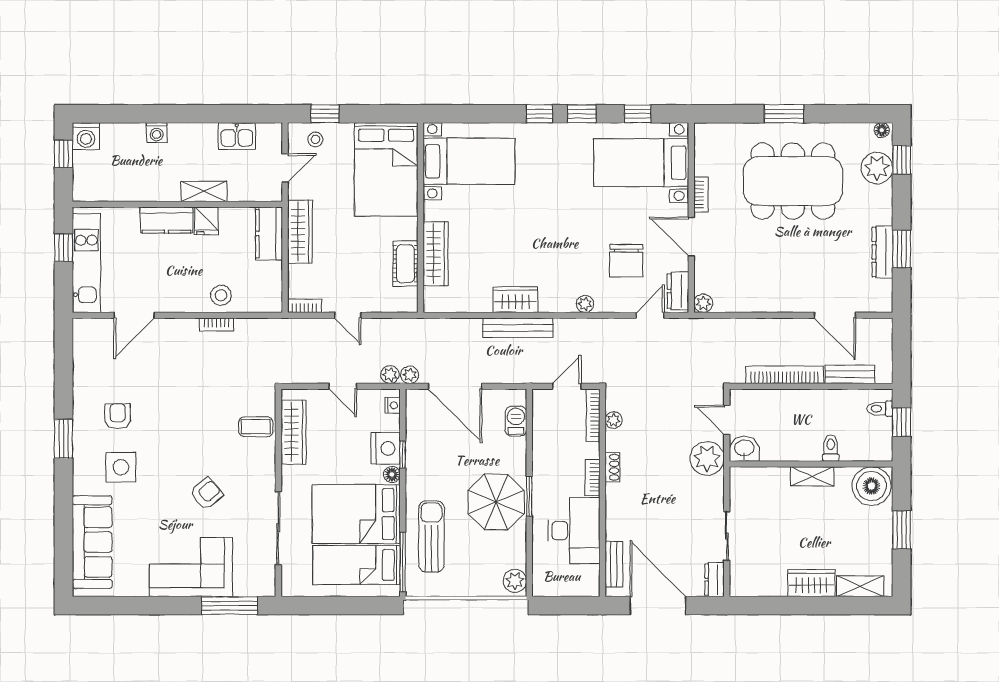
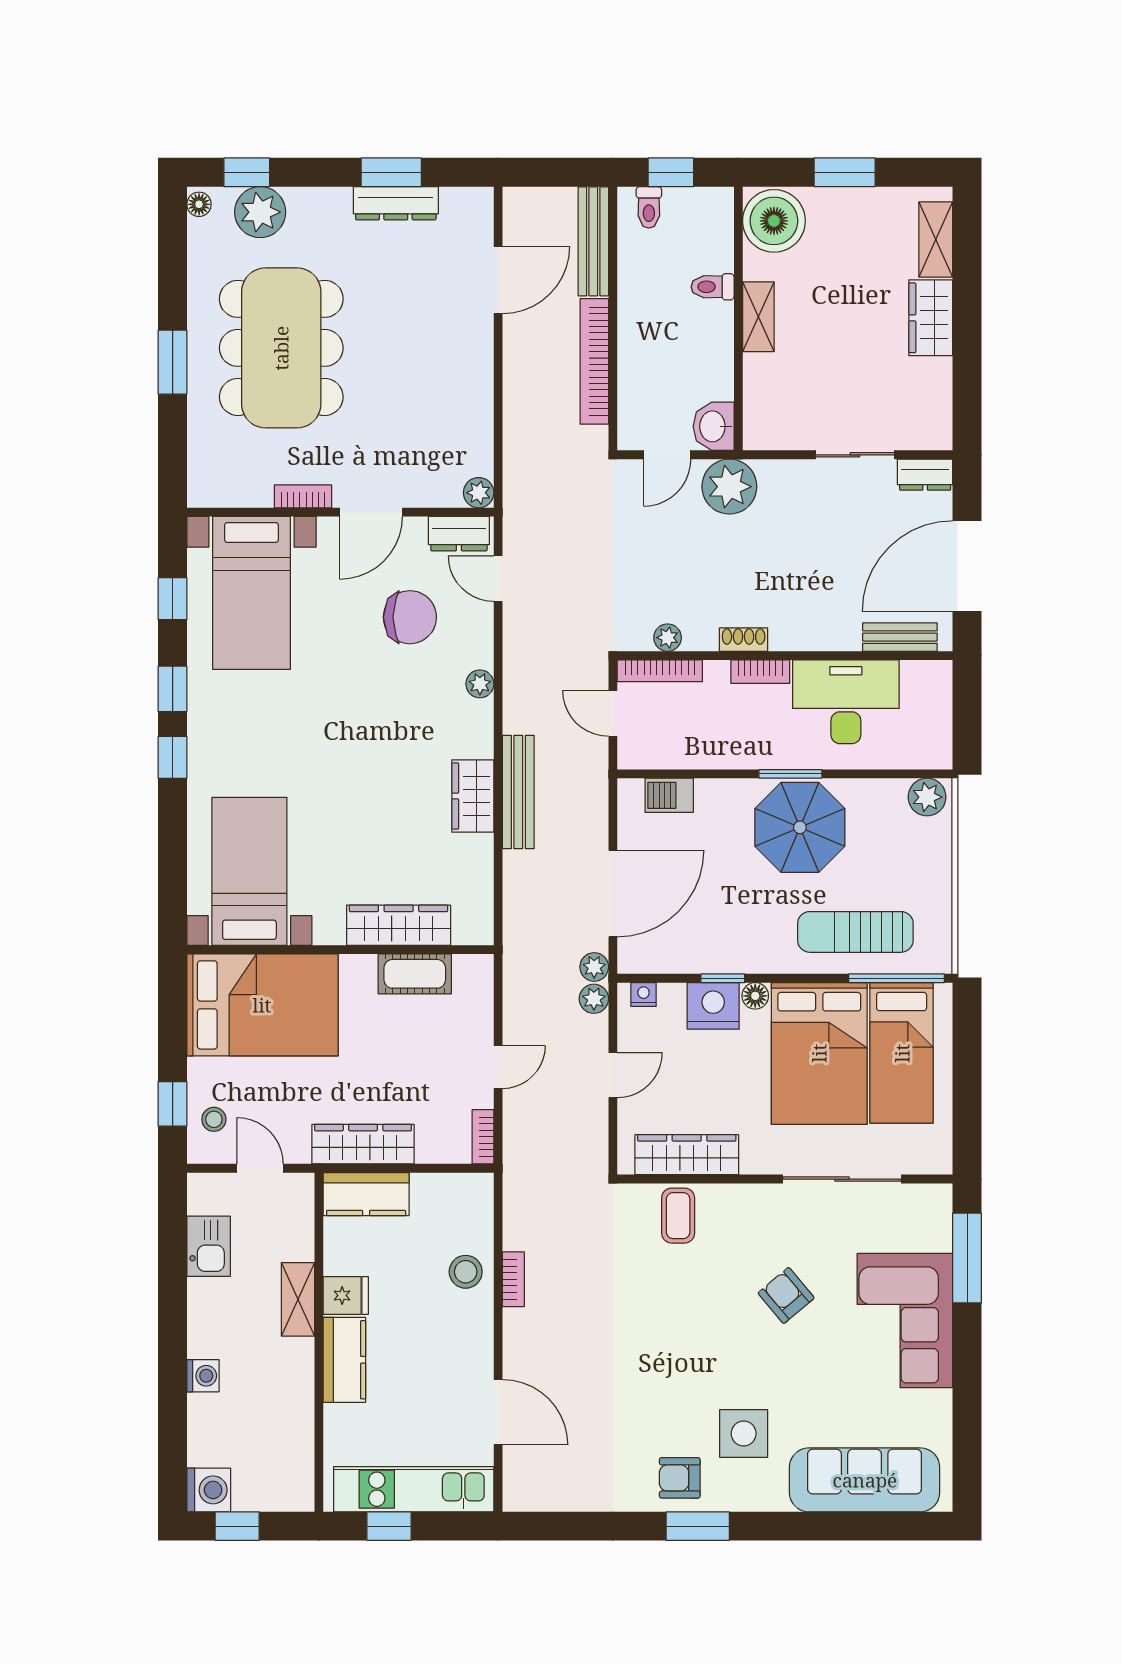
bench: (850, 374) -> (593, 241), width x1.36
armchair: (118, 416) -> (680, 1478), moved

